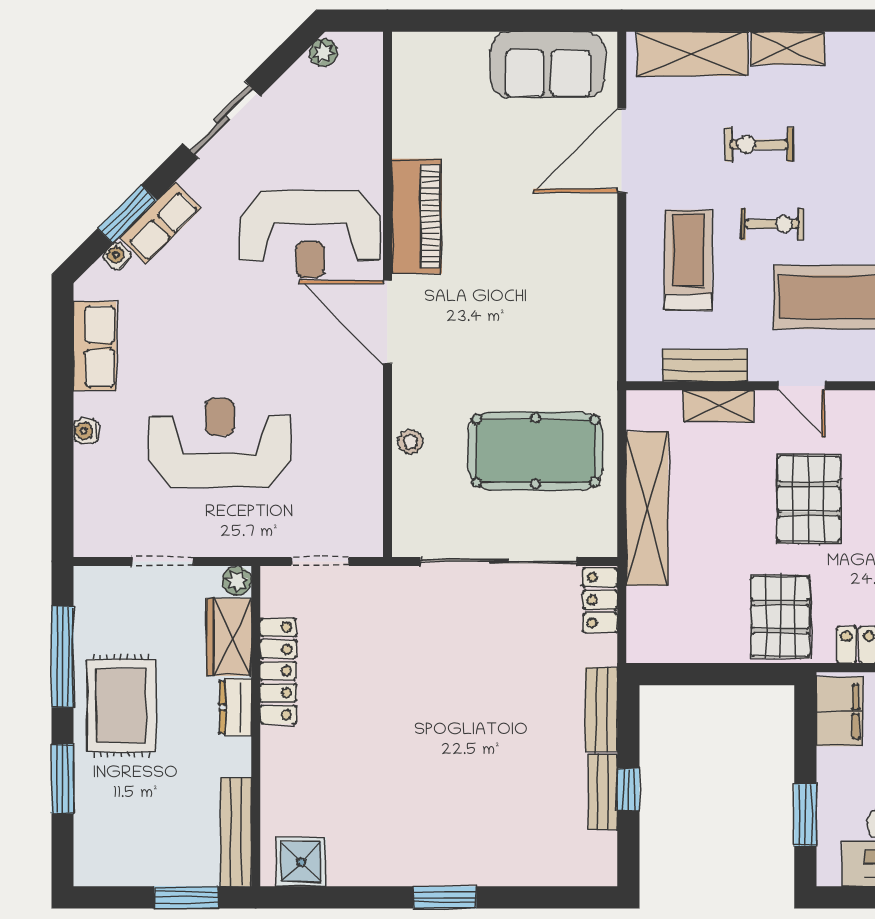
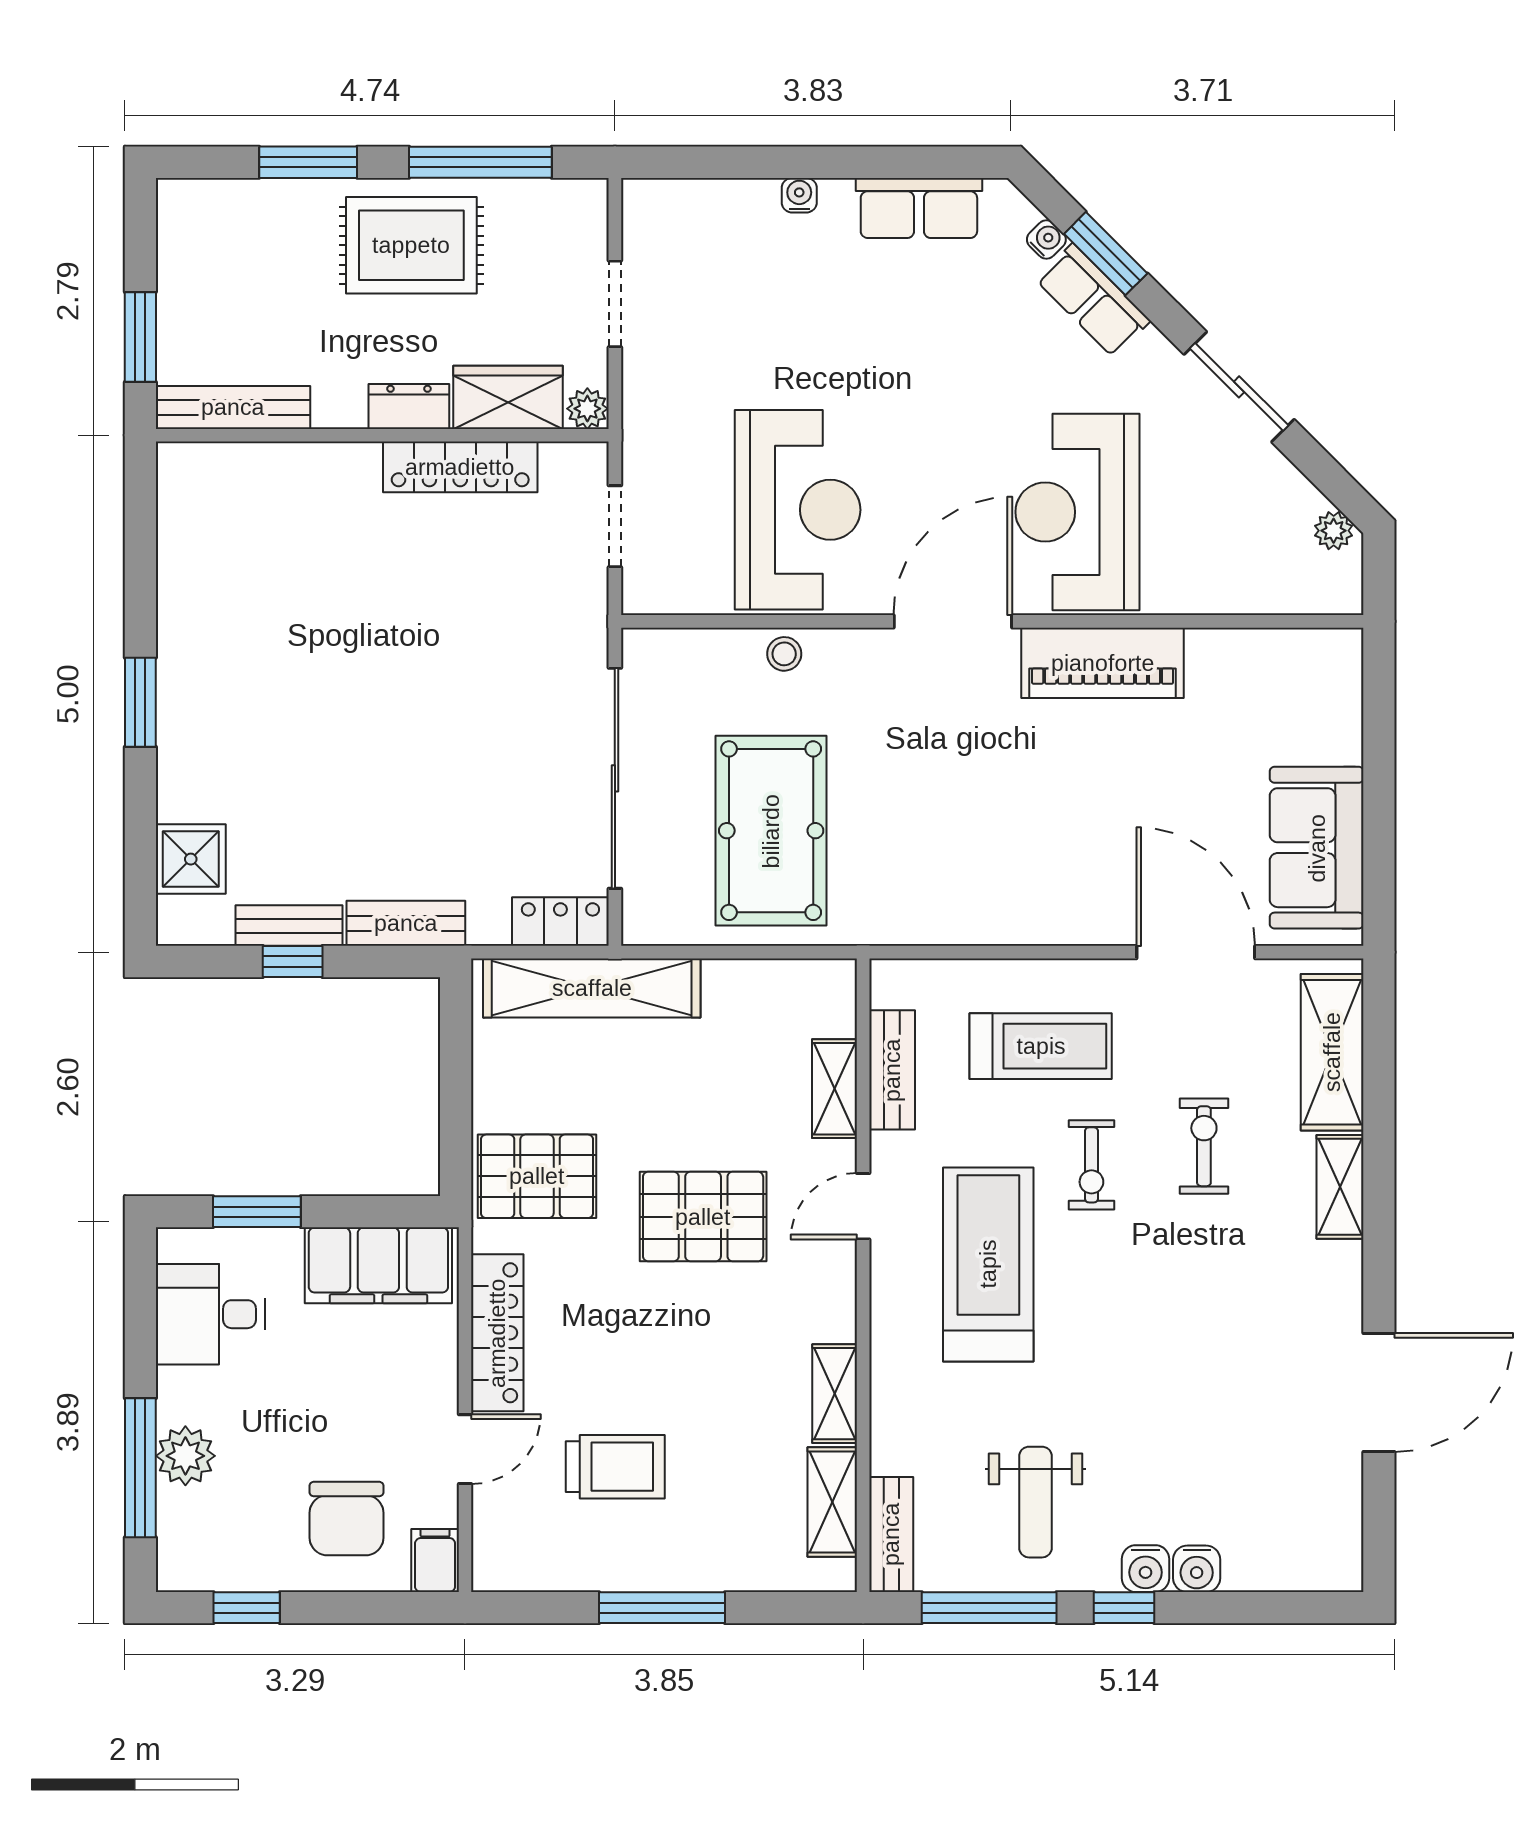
reception desk: (220, 443) -> (798, 510), moved
shelving: (647, 509) -> (592, 988), moved
filing cabinet: (839, 712) -> (378, 1265), width x1.50, depth x1.17
shower: (301, 862) -> (191, 859), moved

